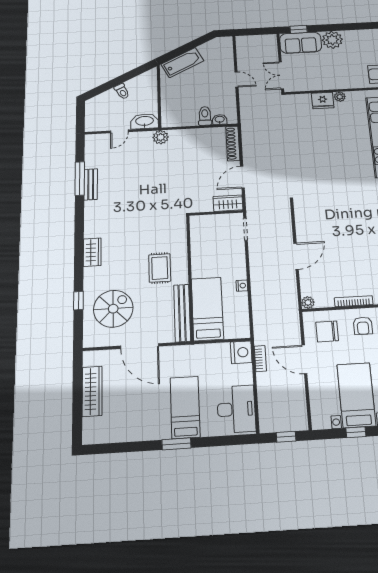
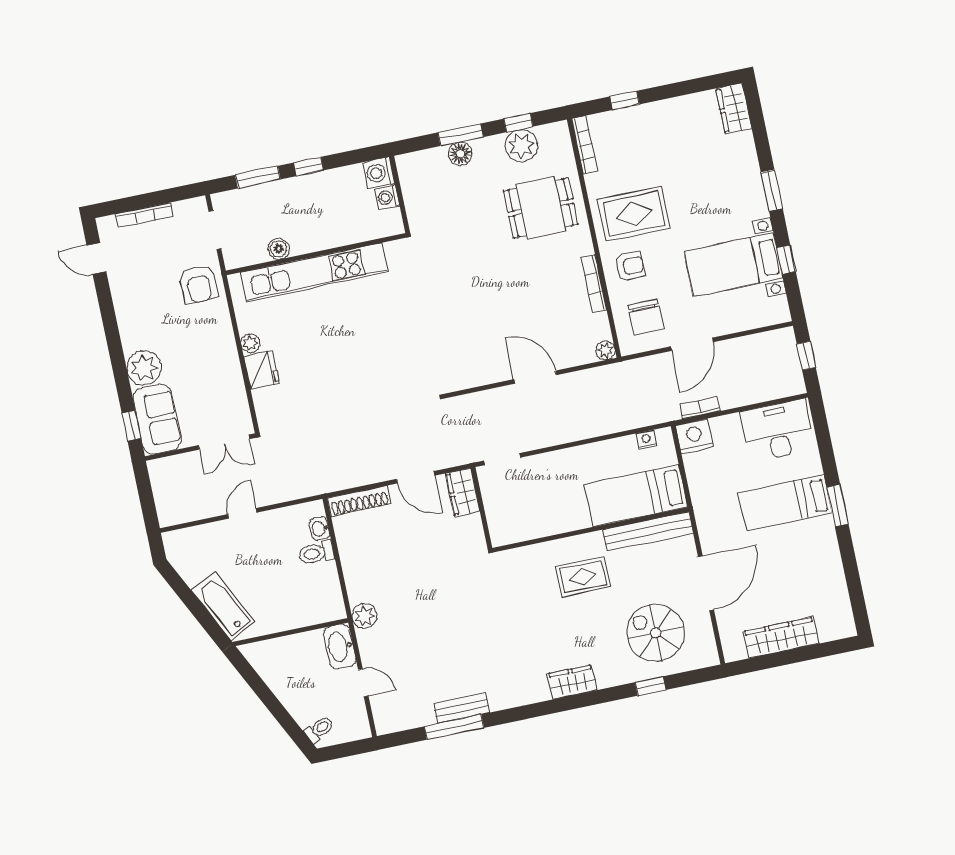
toilet: (122, 91) -> (319, 729), moved
nightstand: (242, 286) -> (646, 440), moved

